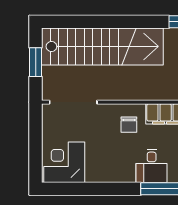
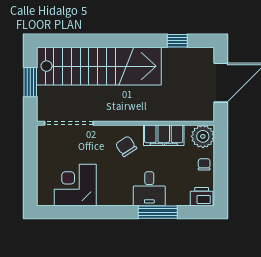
chair: (129, 125) -> (126, 146), turned 147
corner desk: (64, 162) -> (75, 185), moved

